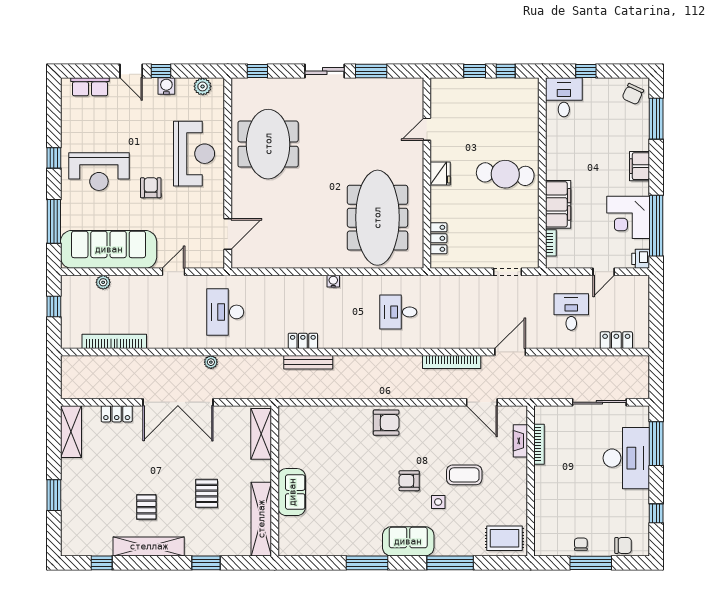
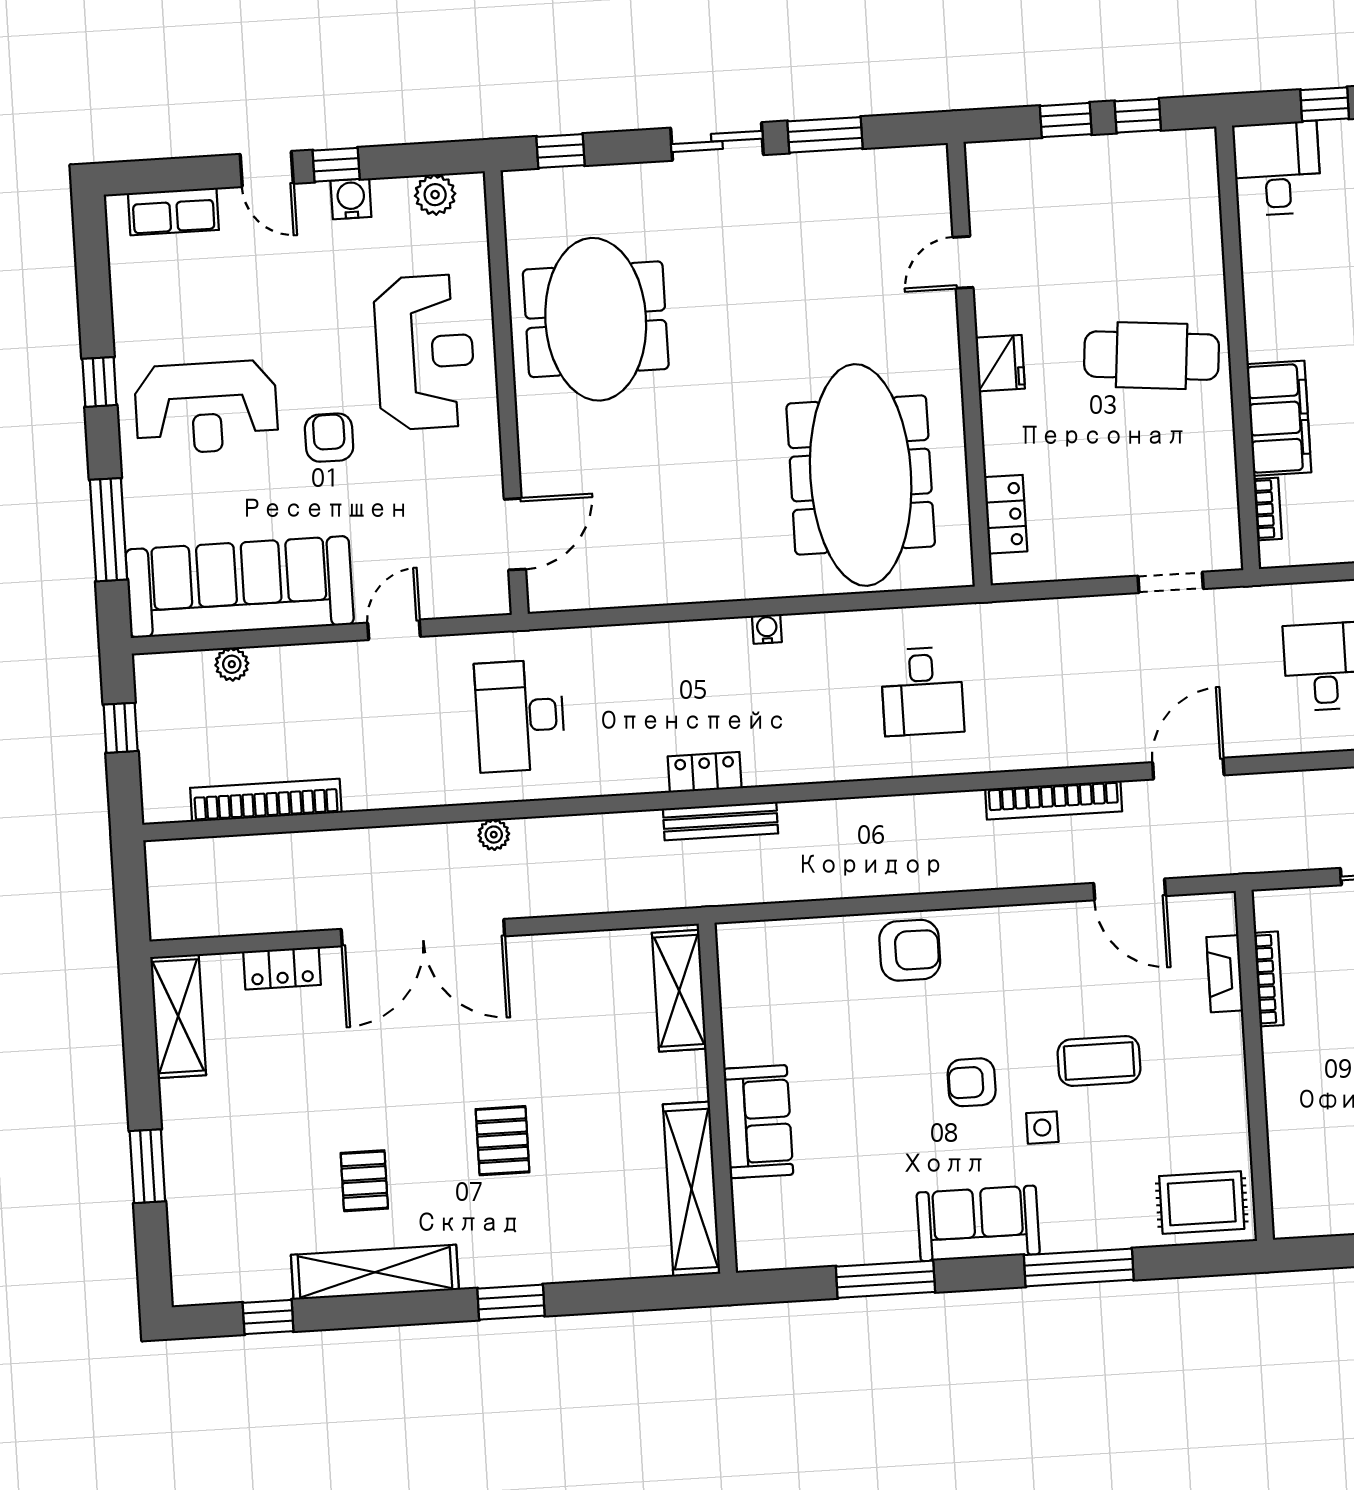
desk: (398, 312) -> (922, 691), turned -90
shelving: (261, 434) -> (679, 991), moved
wall: (275, 481) -> (717, 1098), moved
sofa: (292, 492) -> (758, 1122), moved
shelving: (261, 519) -> (692, 1189), moved

